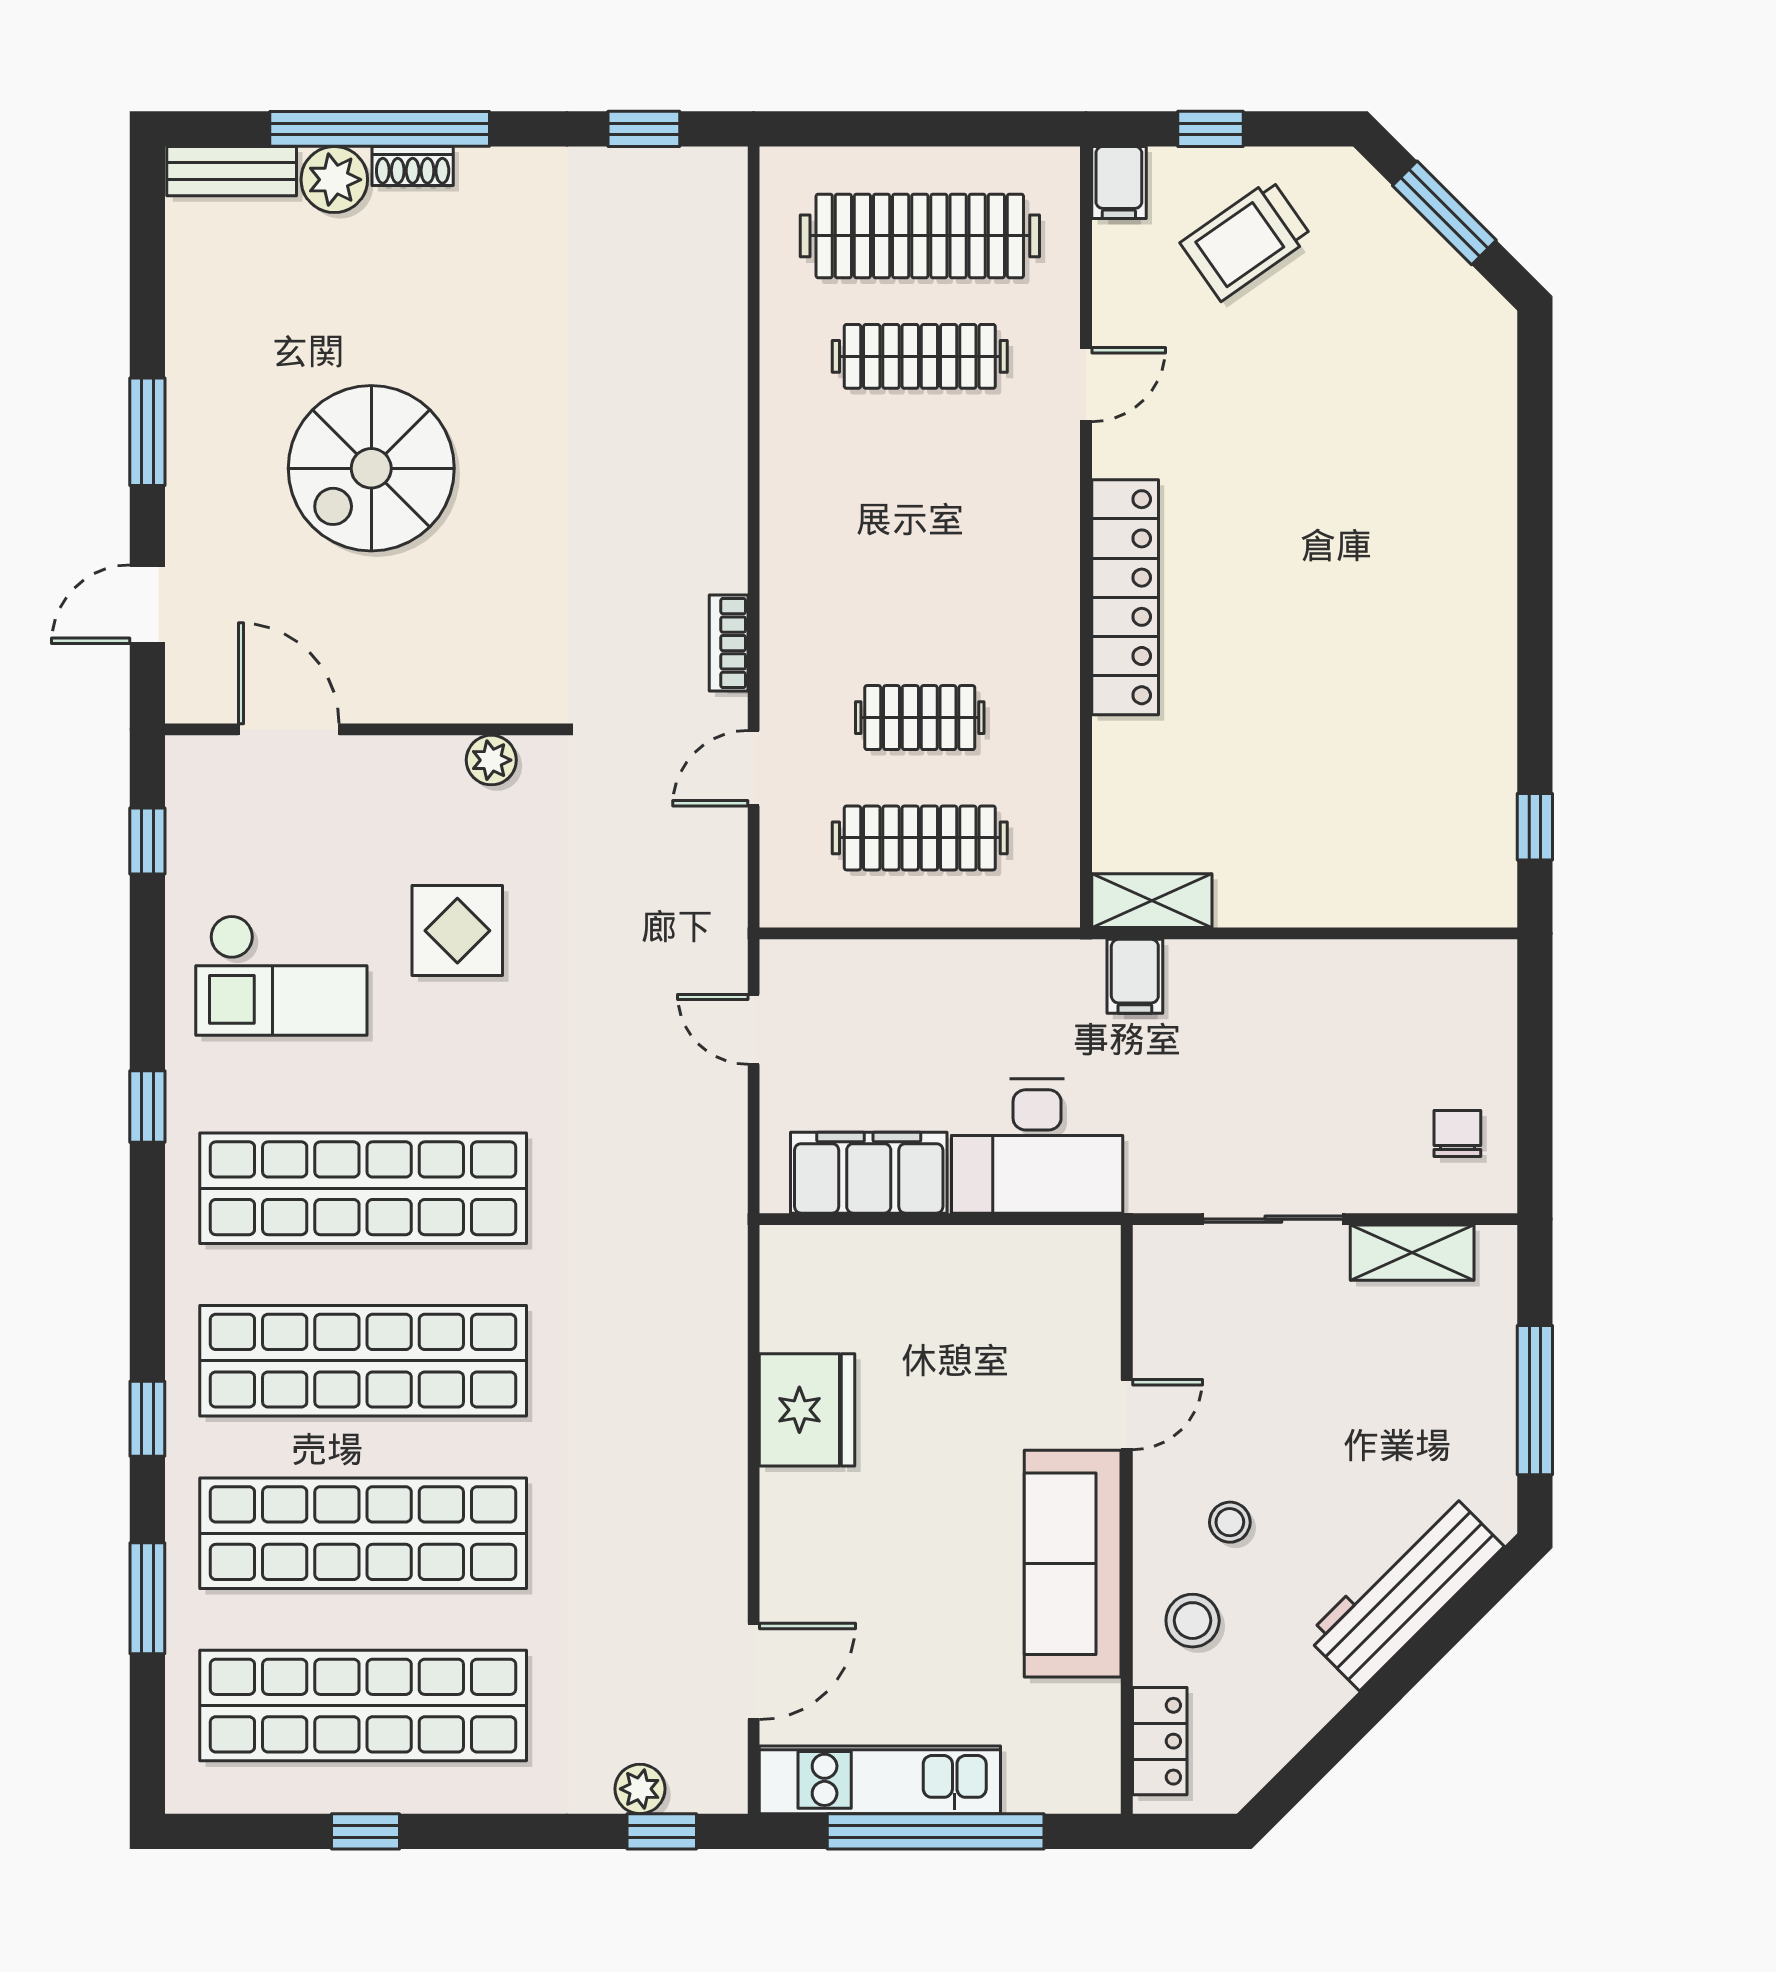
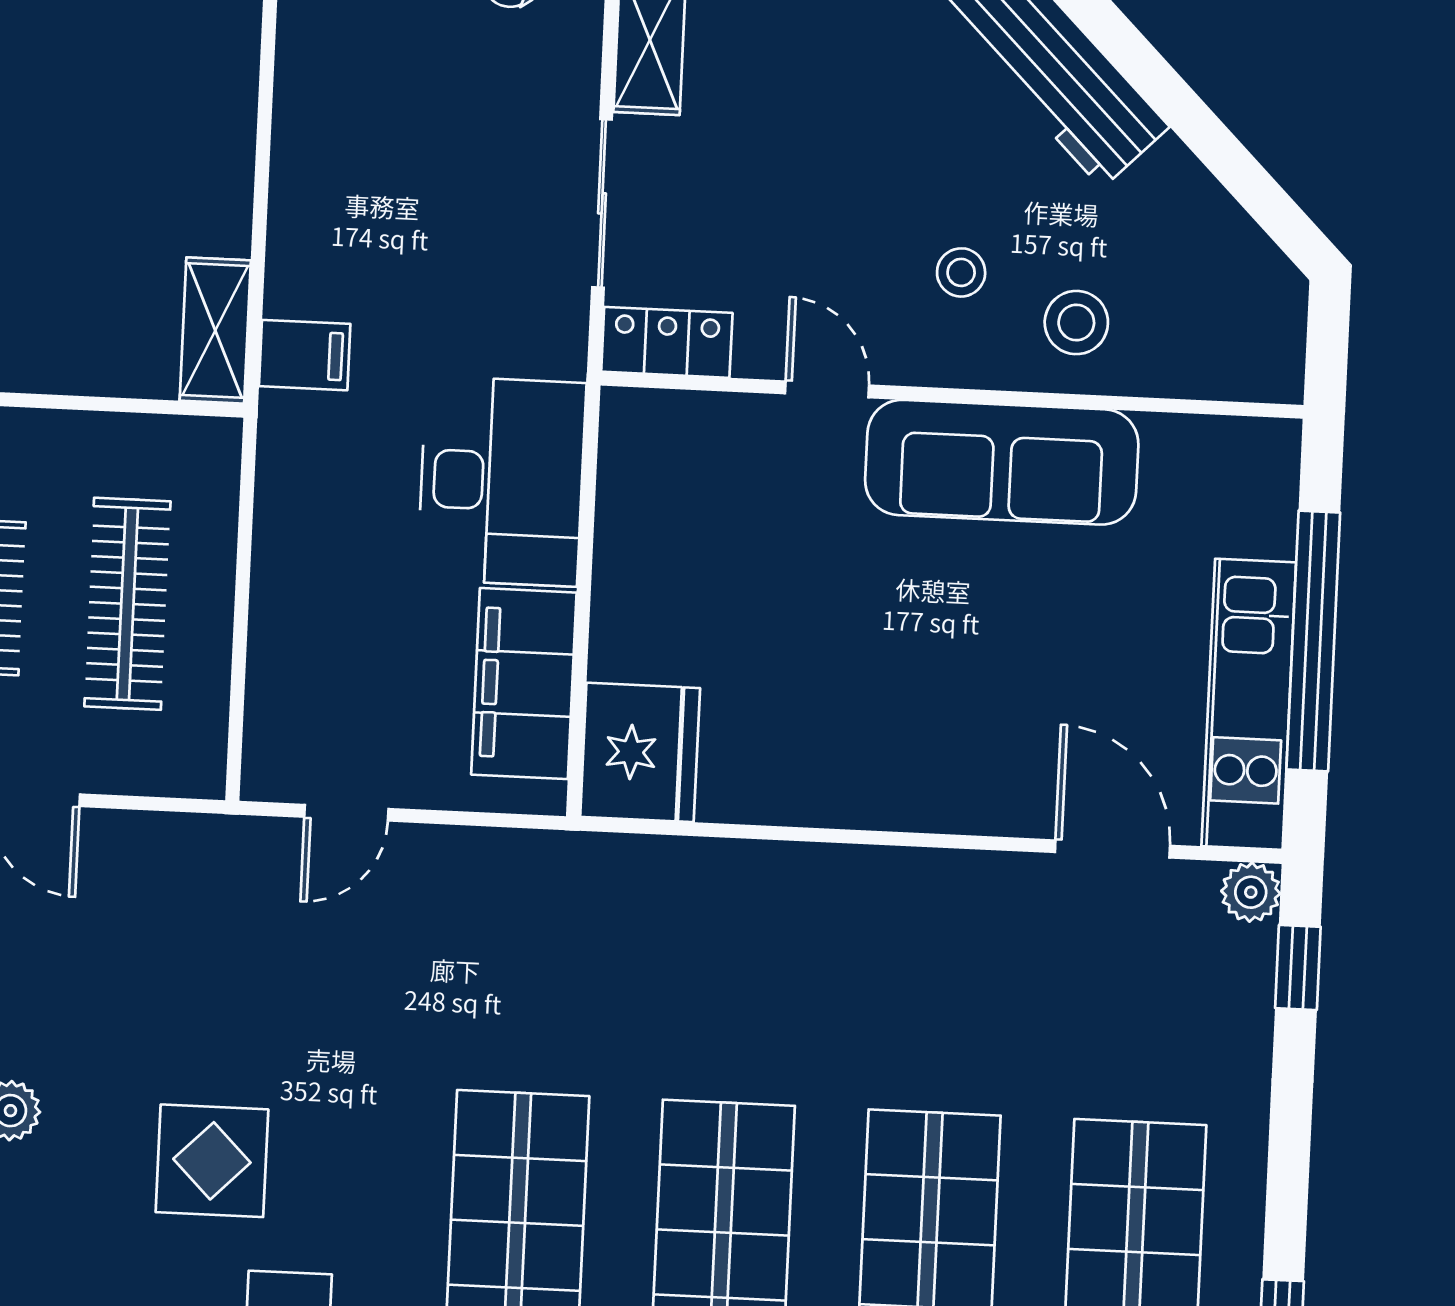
fridge: (807, 1410) -> (640, 752), moved, turned 90
locker: (1160, 1741) -> (667, 342), moved
plant: (640, 1789) -> (1251, 892), moved

